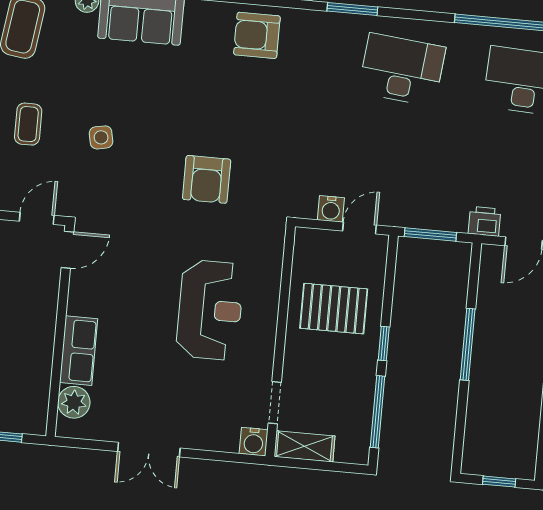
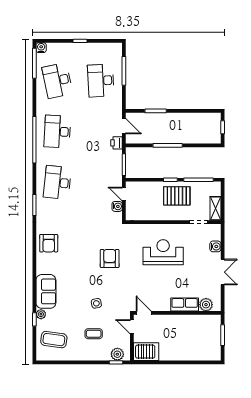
armchair: (207, 179) -> (110, 258), turned -90
pallet: (334, 309) -> (177, 196), moved, turned 90
water cooler: (254, 442) -> (215, 246), moved

